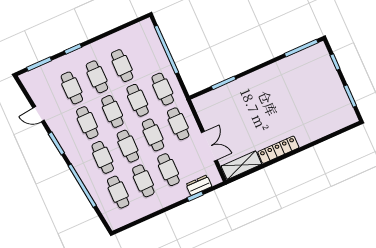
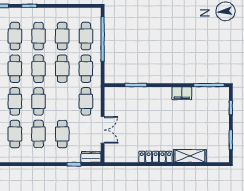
filing cabinet: (276, 70) -> (182, 93), added
cafe table: (153, 135) -> (86, 36), moved
shelving: (241, 165) -> (190, 156), moved
dresser: (199, 185) -> (91, 157), moved

